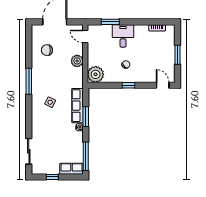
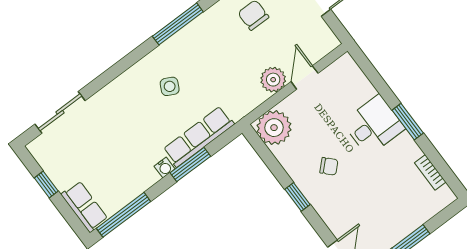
window: (110, 22) -> (408, 122), moved
door: (85, 36) -> (305, 77), moved

